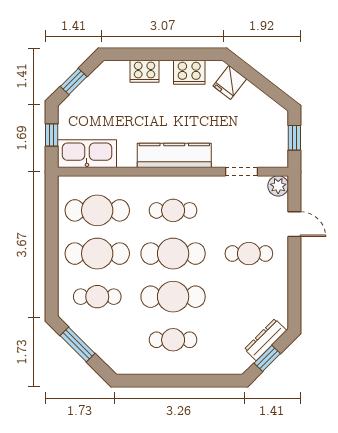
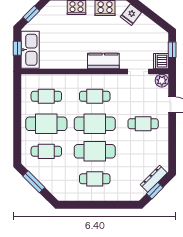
kitchen sink: (87, 154) -> (30, 50), moved, turned 90
kitchen counter: (174, 155) -> (103, 61), width x0.67
dishwasher: (277, 155) -> (161, 61), added
cafe table: (97, 210) -> (46, 96), width x0.73, depth x0.74

